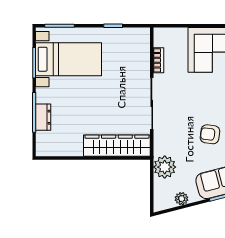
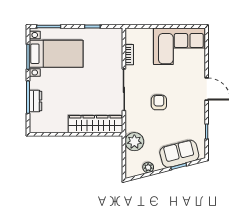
armchair: (210, 134) -> (159, 102), moved, turned 83

